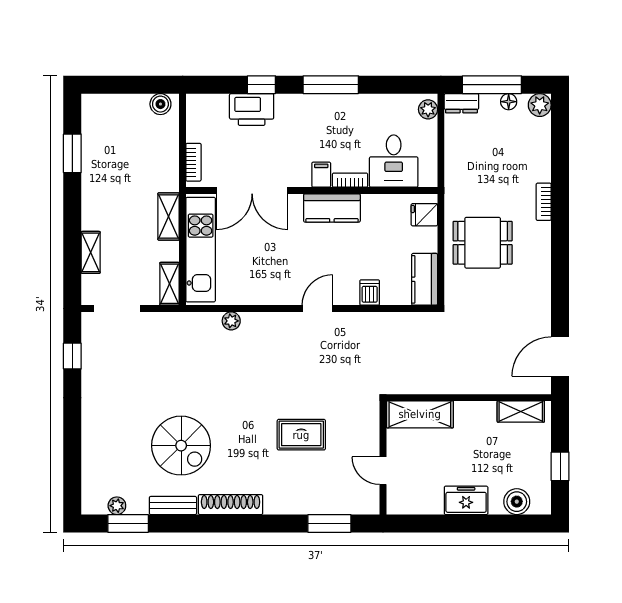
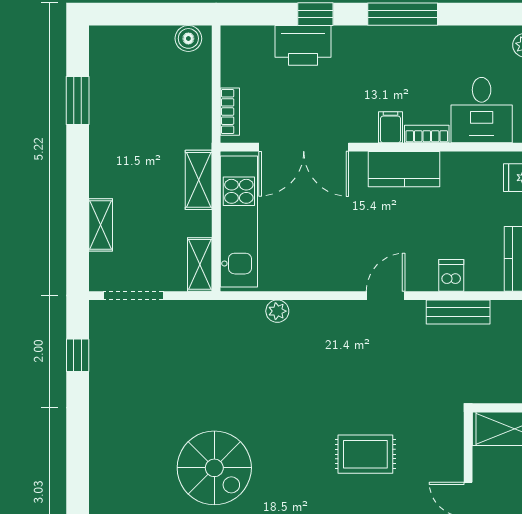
bench: (375, 322) -> (458, 312), added

